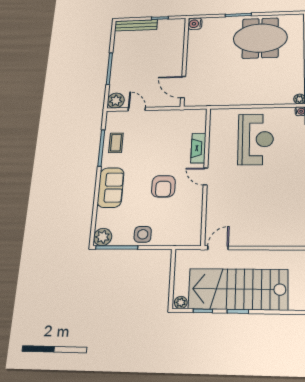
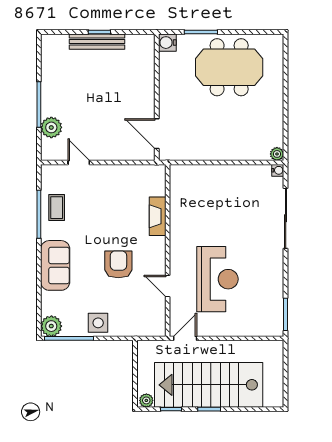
water cooler: (195, 24) -> (167, 43), moved
bench: (136, 25) -> (97, 42), moved
wall: (185, 61) -> (157, 97), moved
door: (183, 87) -> (157, 134), moved
plant: (116, 101) -> (51, 127), moved
reception desk: (256, 139) -> (217, 279), moved
door: (206, 176) -> (168, 286), moved
armchair: (163, 186) -> (118, 264), turned 180

